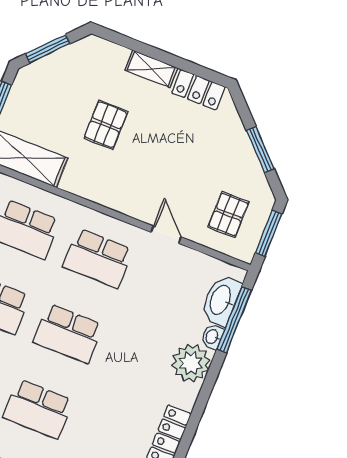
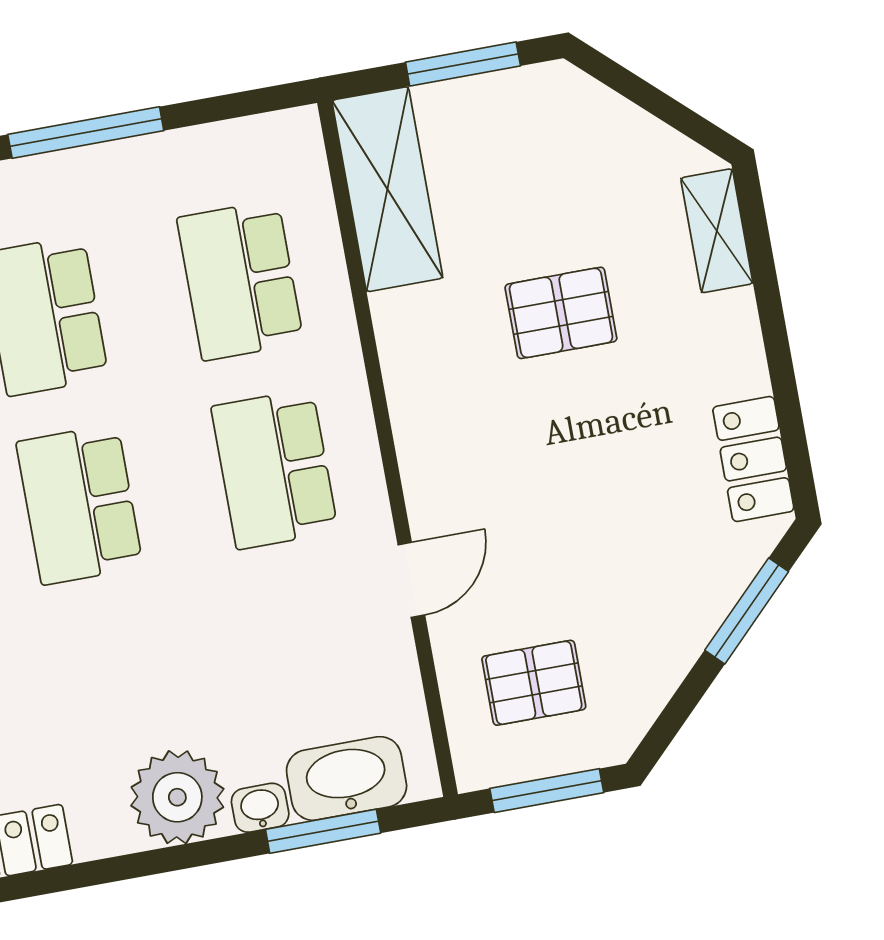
window: (48, 49) -> (644, 94), removed
shelving: (151, 69) -> (717, 231), moved
window: (260, 150) -> (747, 611), moved
window: (234, 320) -> (323, 831), width x0.69

